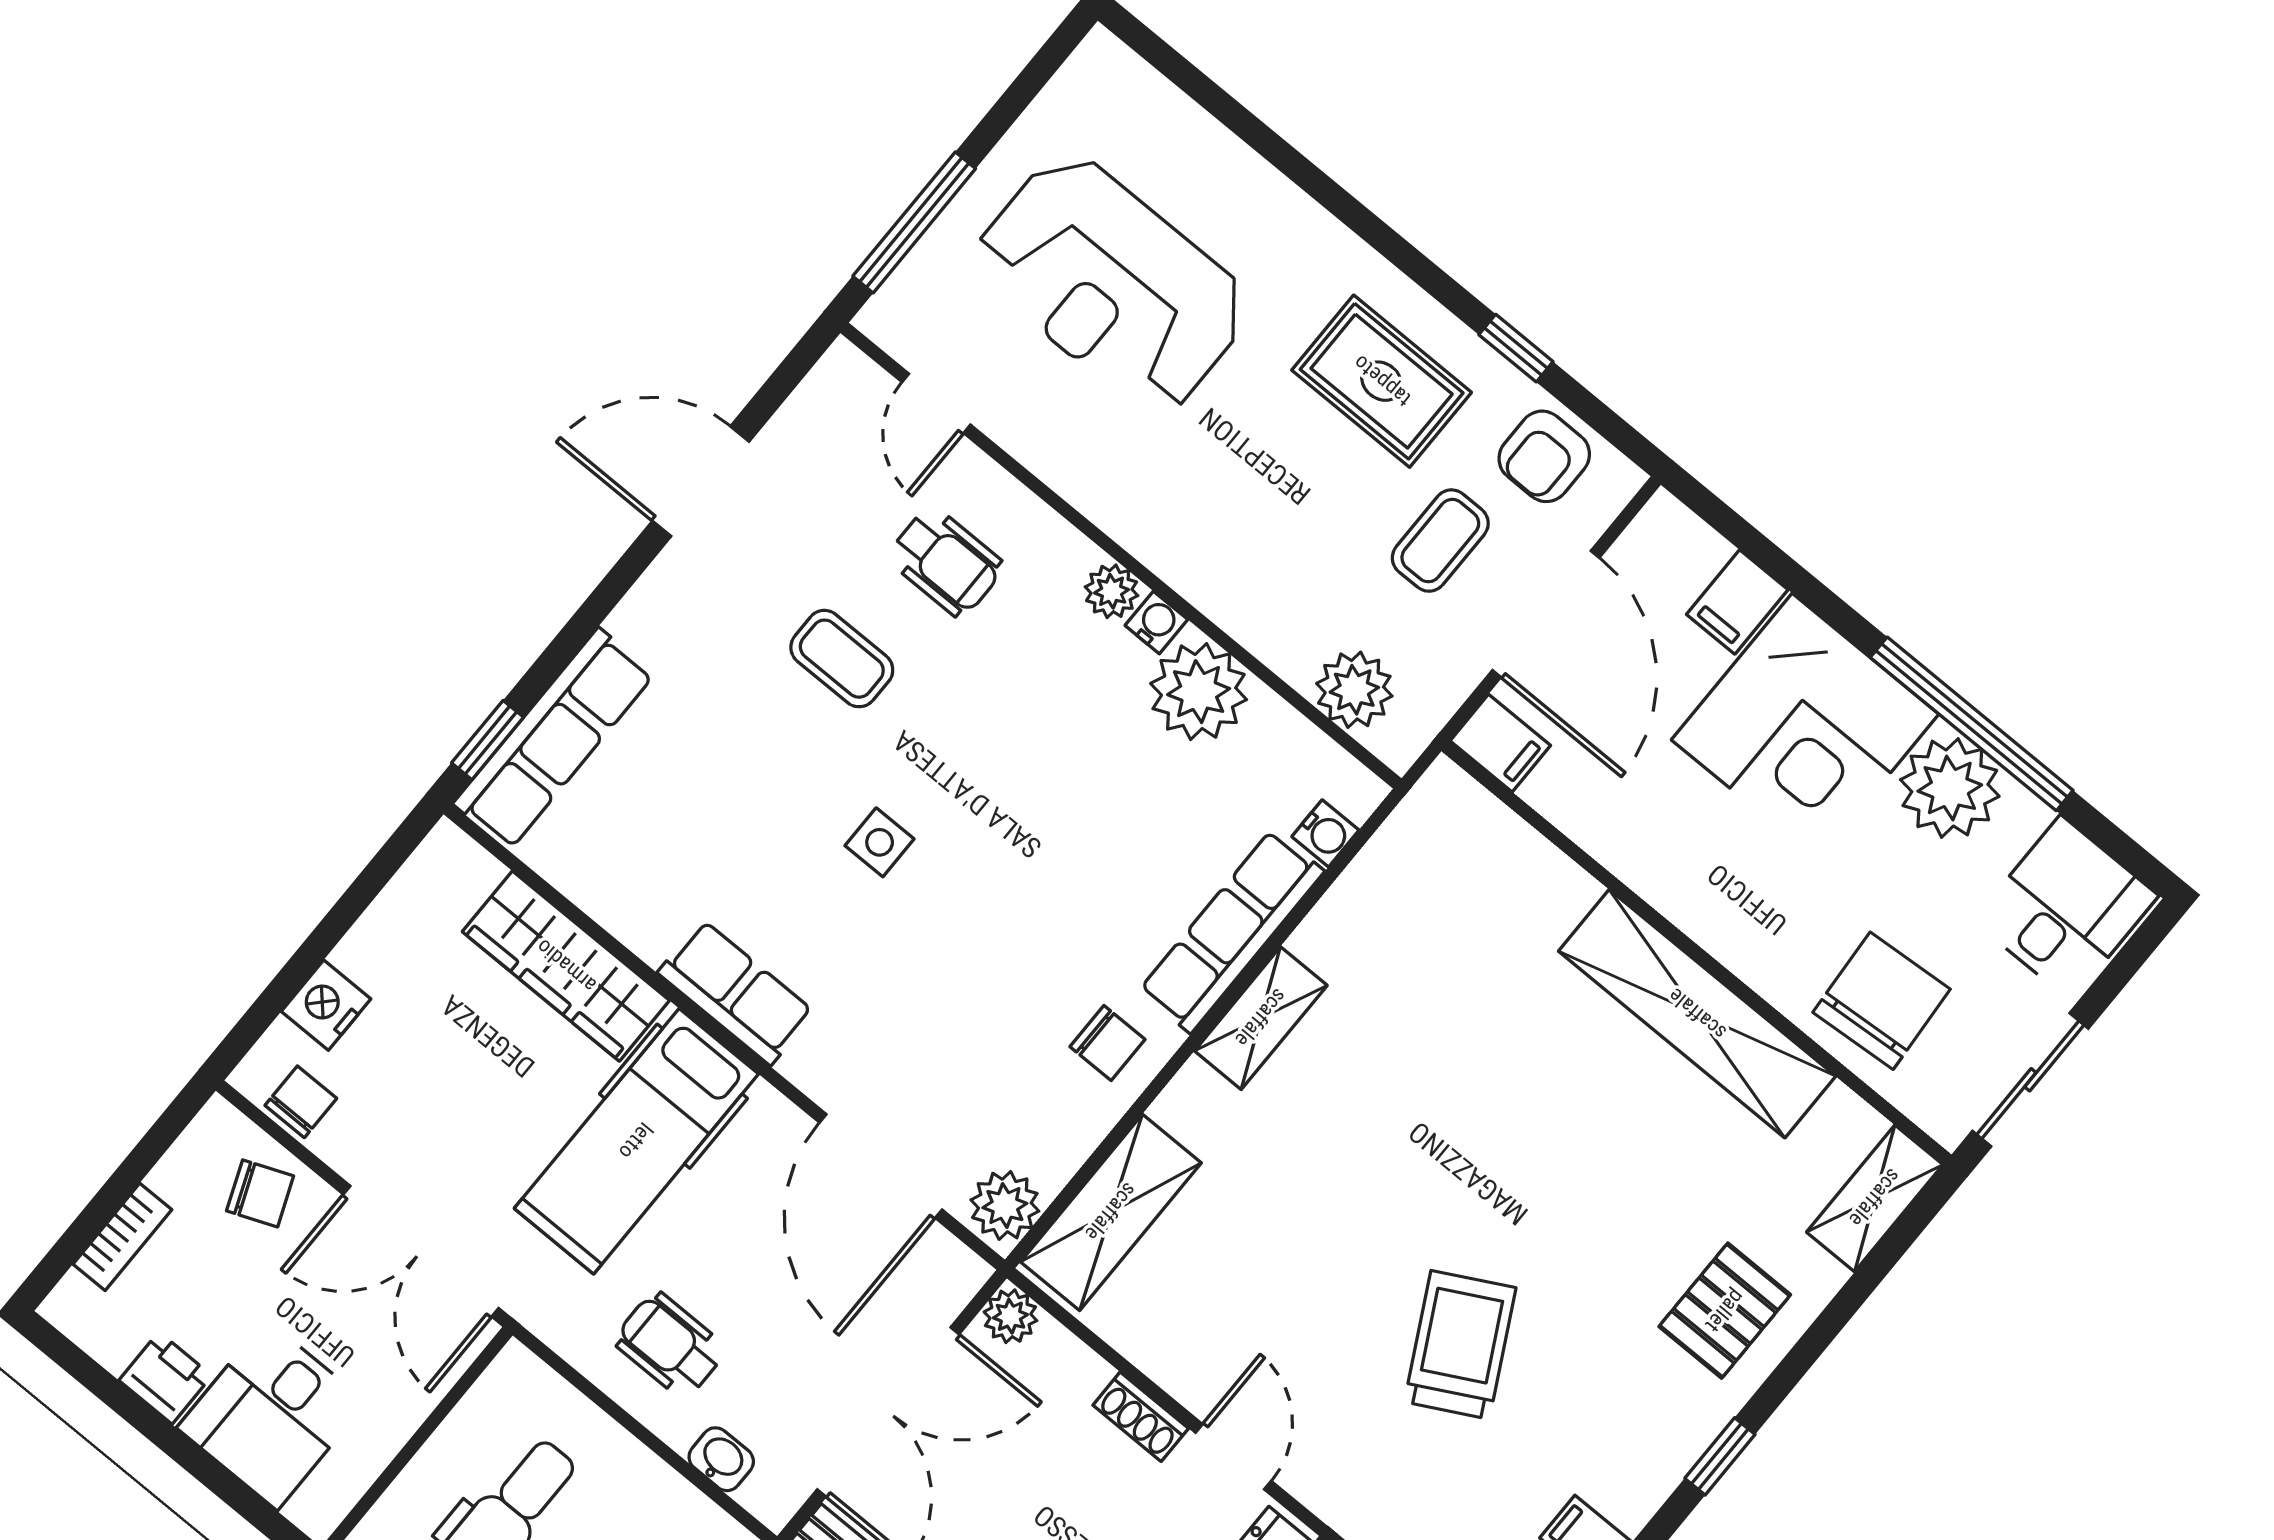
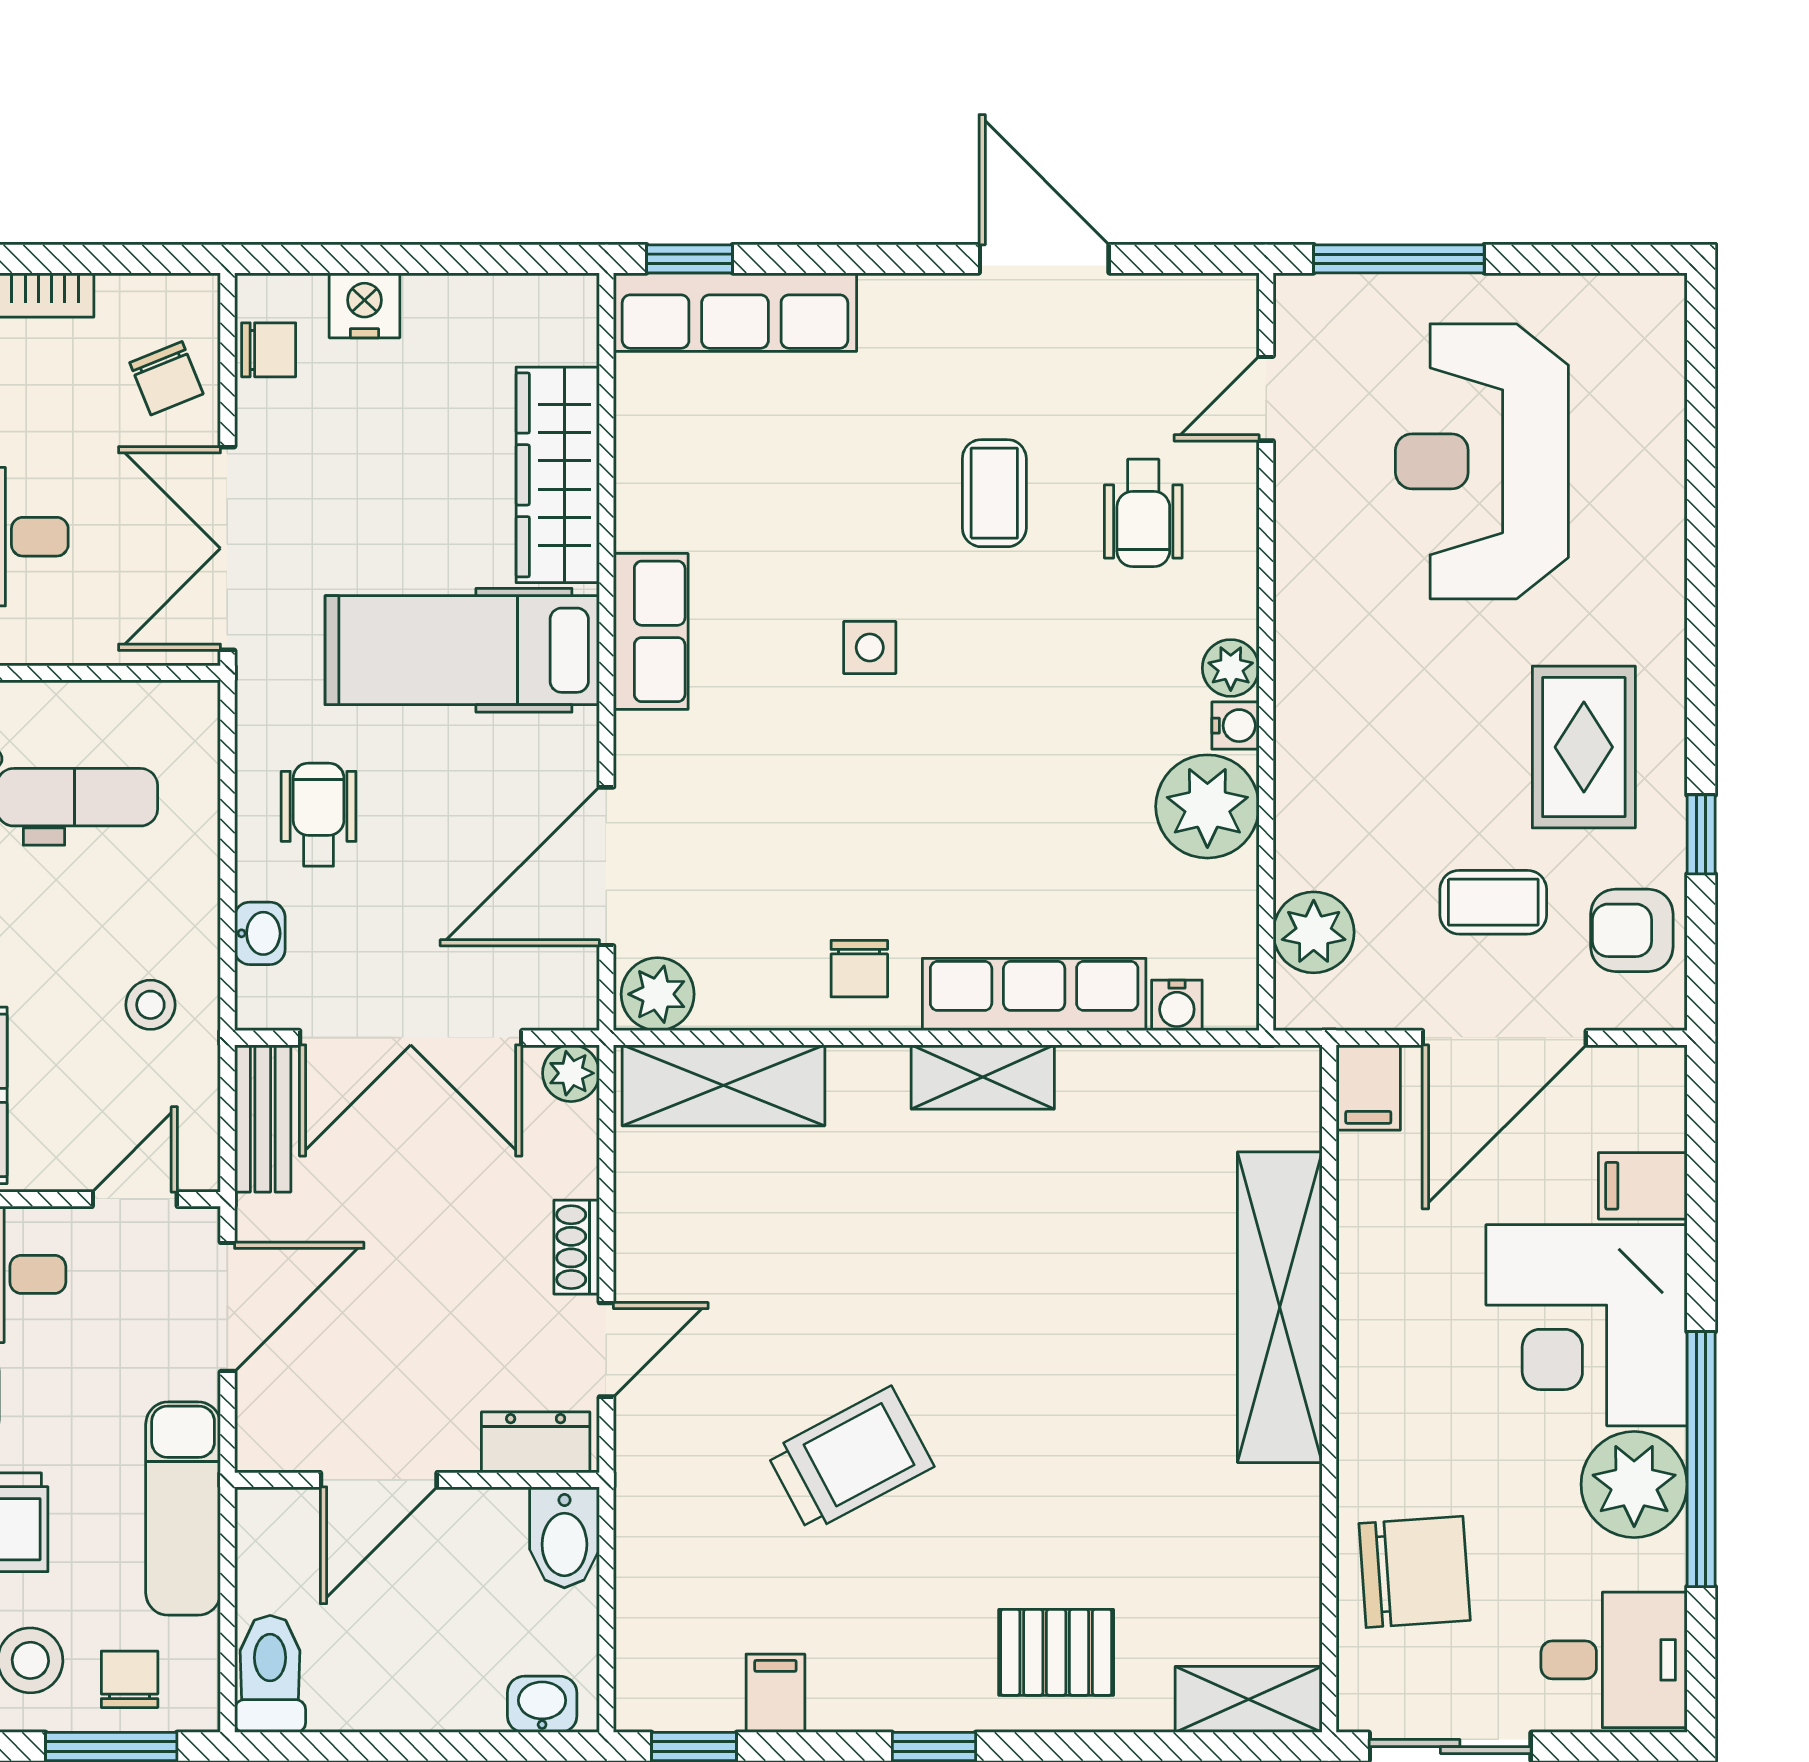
shelving: (1697, 1014) -> (1280, 1307), moved

